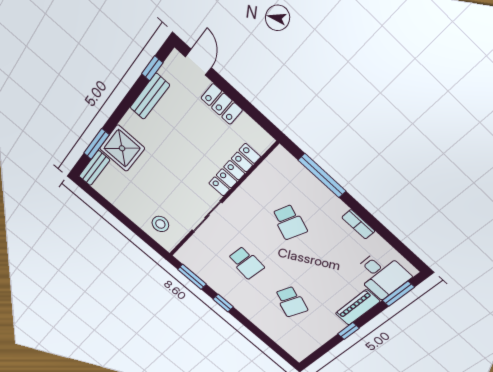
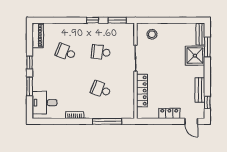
window: (398, 294) -> (30, 86), moved
piano: (358, 307) -> (38, 35), moved

